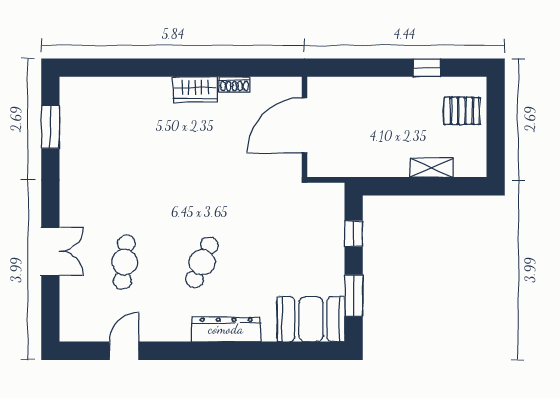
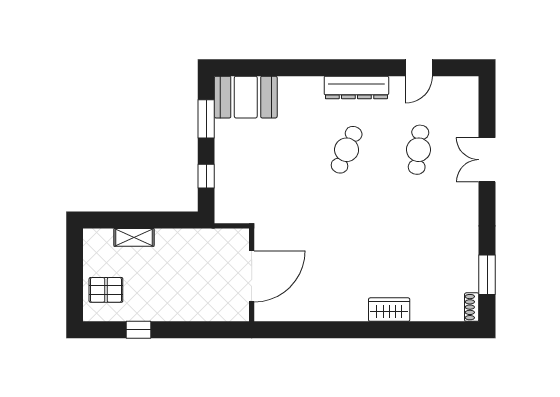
shoe rack: (234, 84) -> (472, 307), moved, turned -90
wardrobe: (195, 90) -> (389, 310), moved
dresser: (226, 329) -> (356, 88), moved

